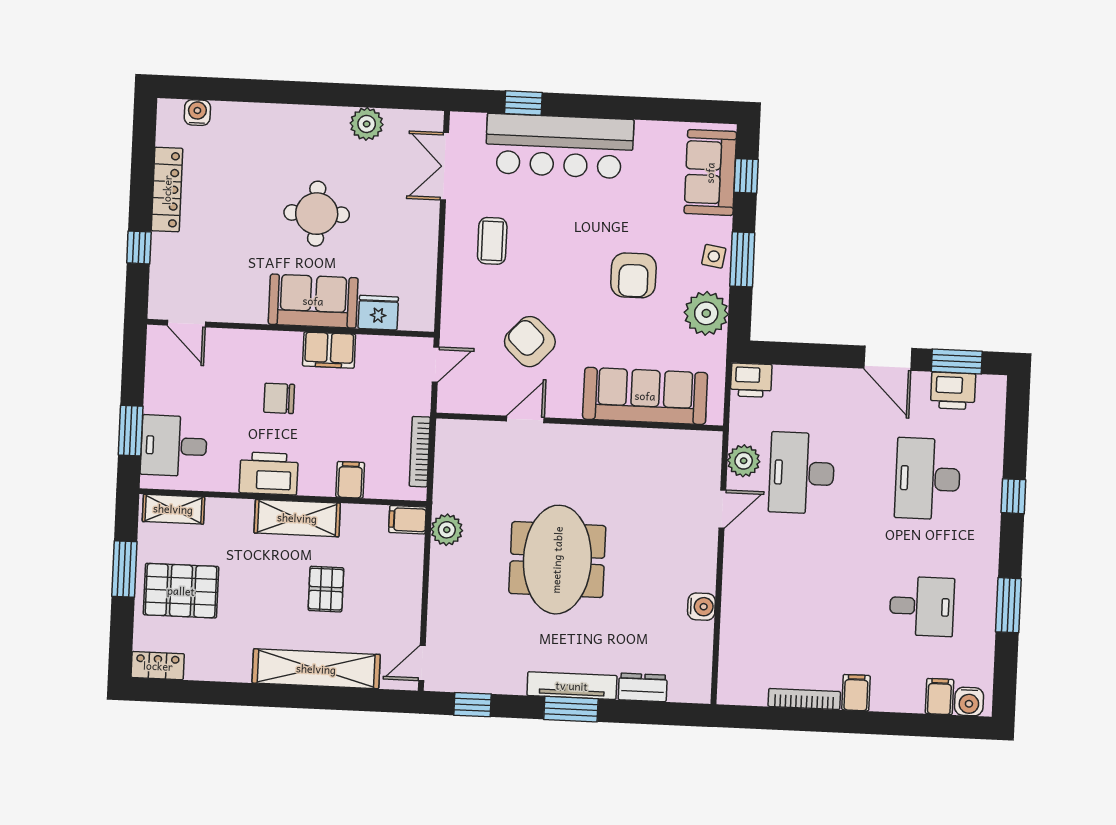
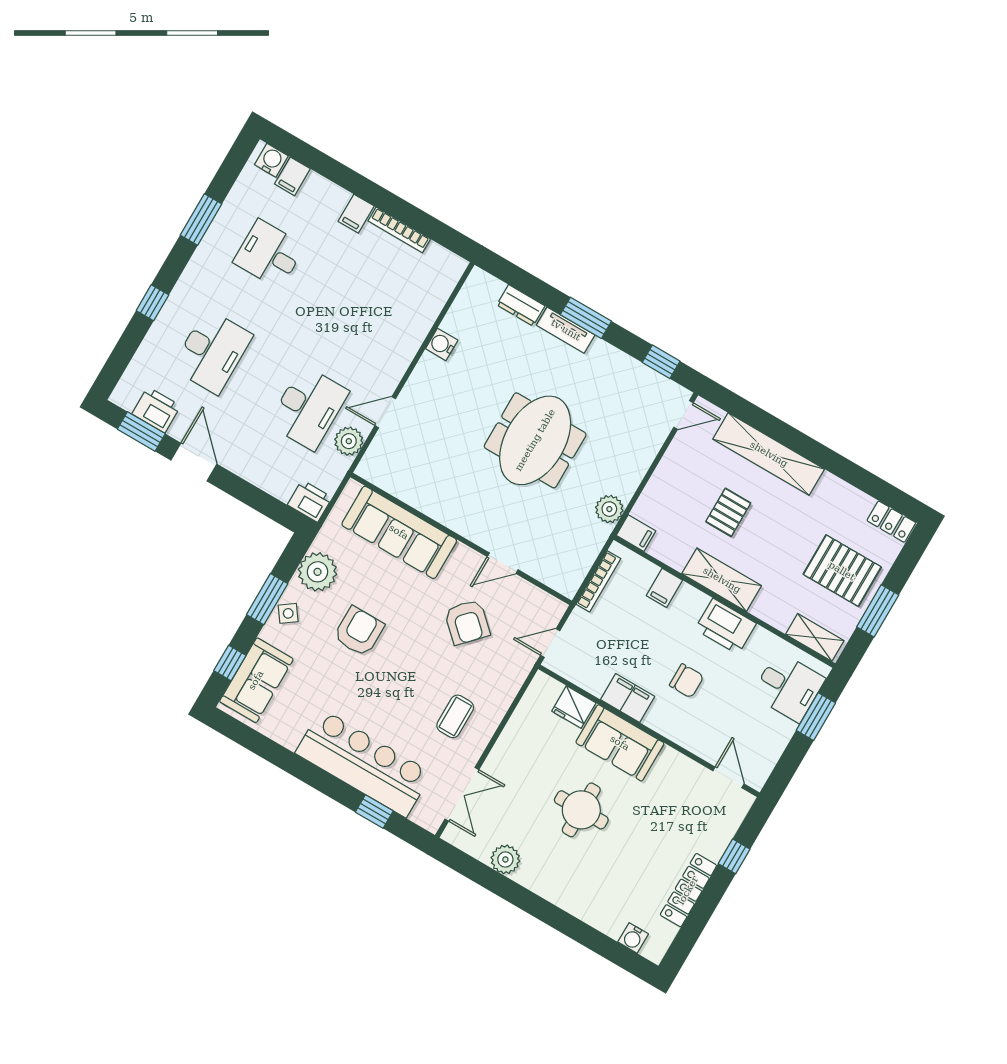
side table: (714, 256) -> (288, 613), turned 45
tv unit: (572, 686) -> (566, 330), width x0.71

